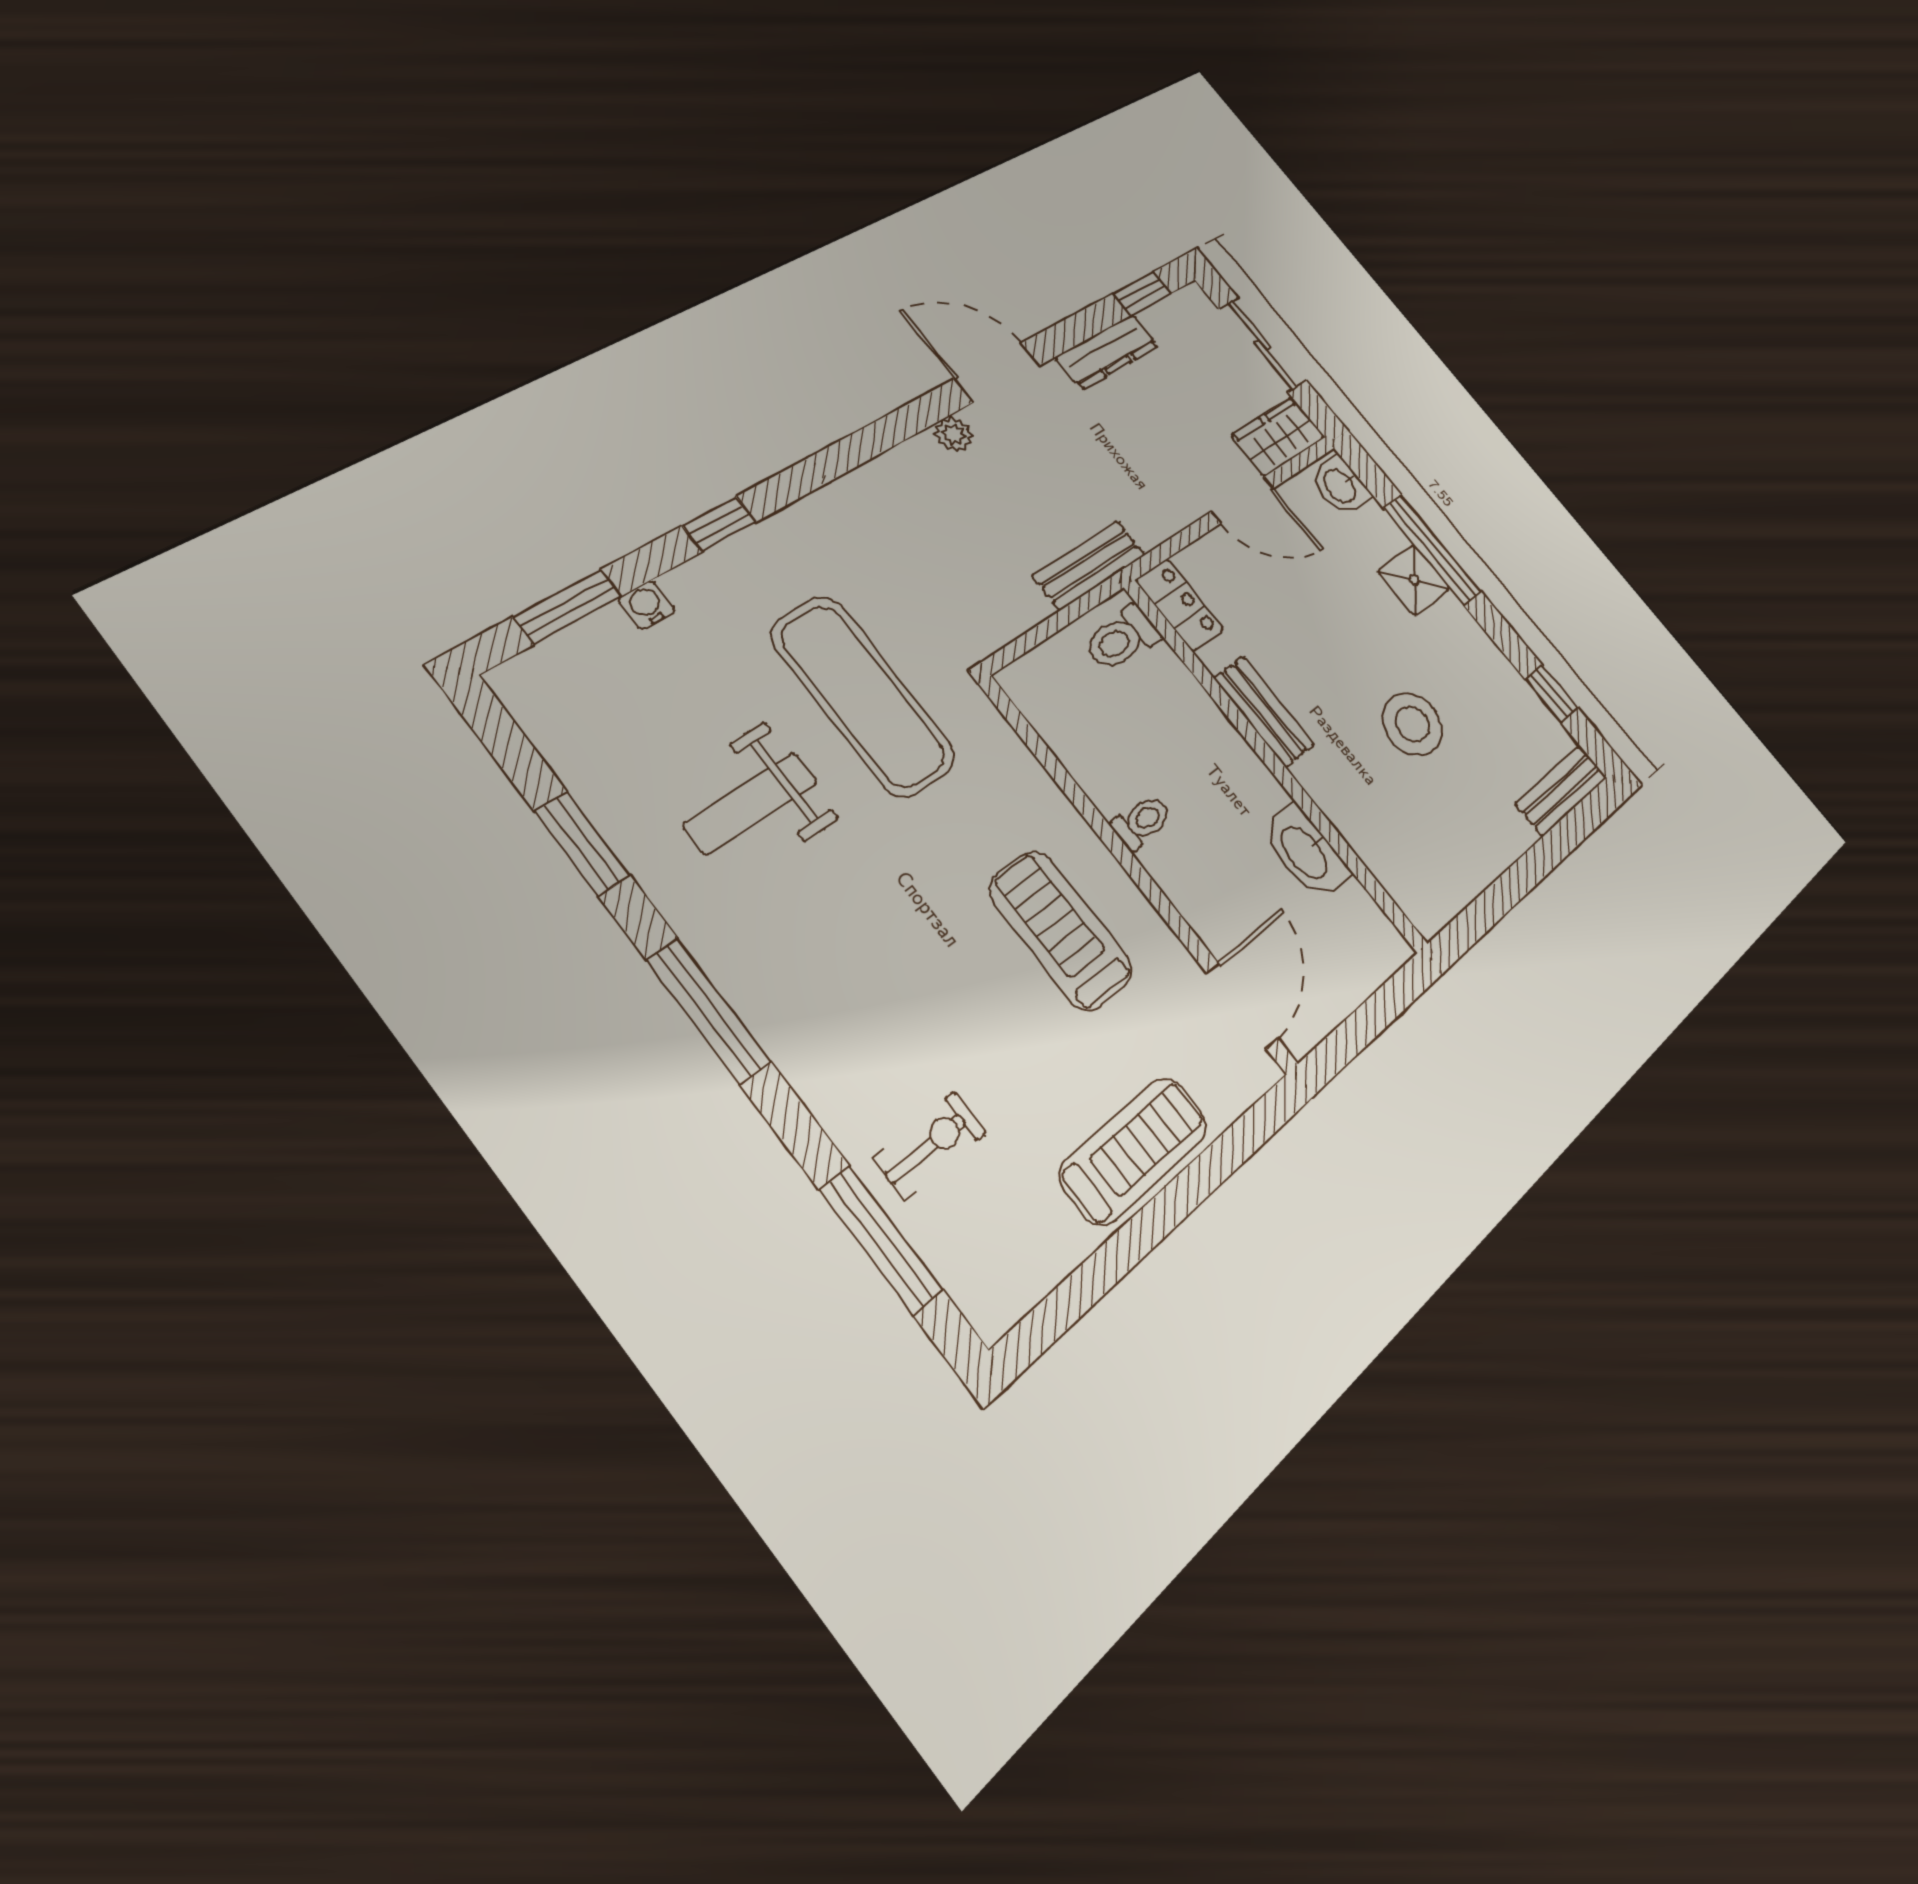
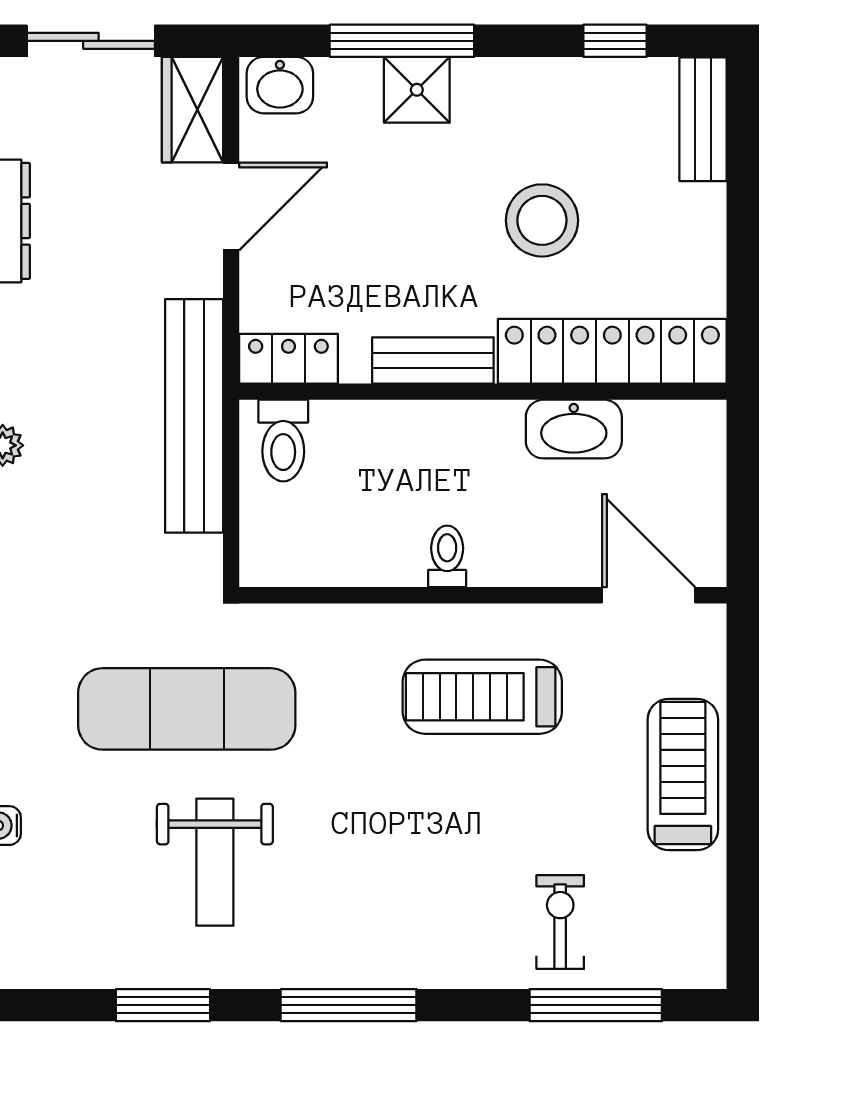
bench: (1089, 565) -> (194, 416), width x1.86, depth x1.21
locker: (1377, 840) -> (612, 351), added

